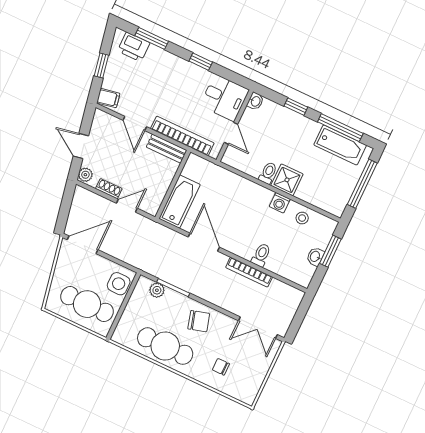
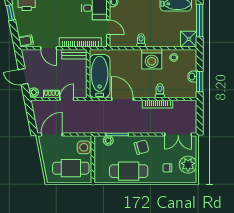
window: (101, 65) -> (11, 13), moved
shower: (287, 180) -> (189, 39), moved
bathtub: (180, 202) -> (100, 76), width x1.36, depth x1.36
washing machine: (280, 203) -> (152, 59), width x1.89, depth x1.89
window: (330, 251) -> (200, 82), moved
plant: (252, 376) -> (188, 165), added

